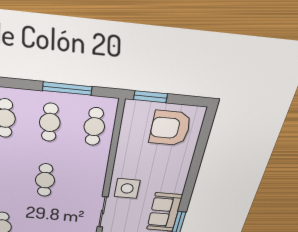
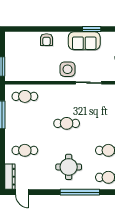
cafe table: (50, 122) -> (25, 123), removed
armchair: (170, 128) -> (47, 40), moved, width x0.53, depth x0.53

